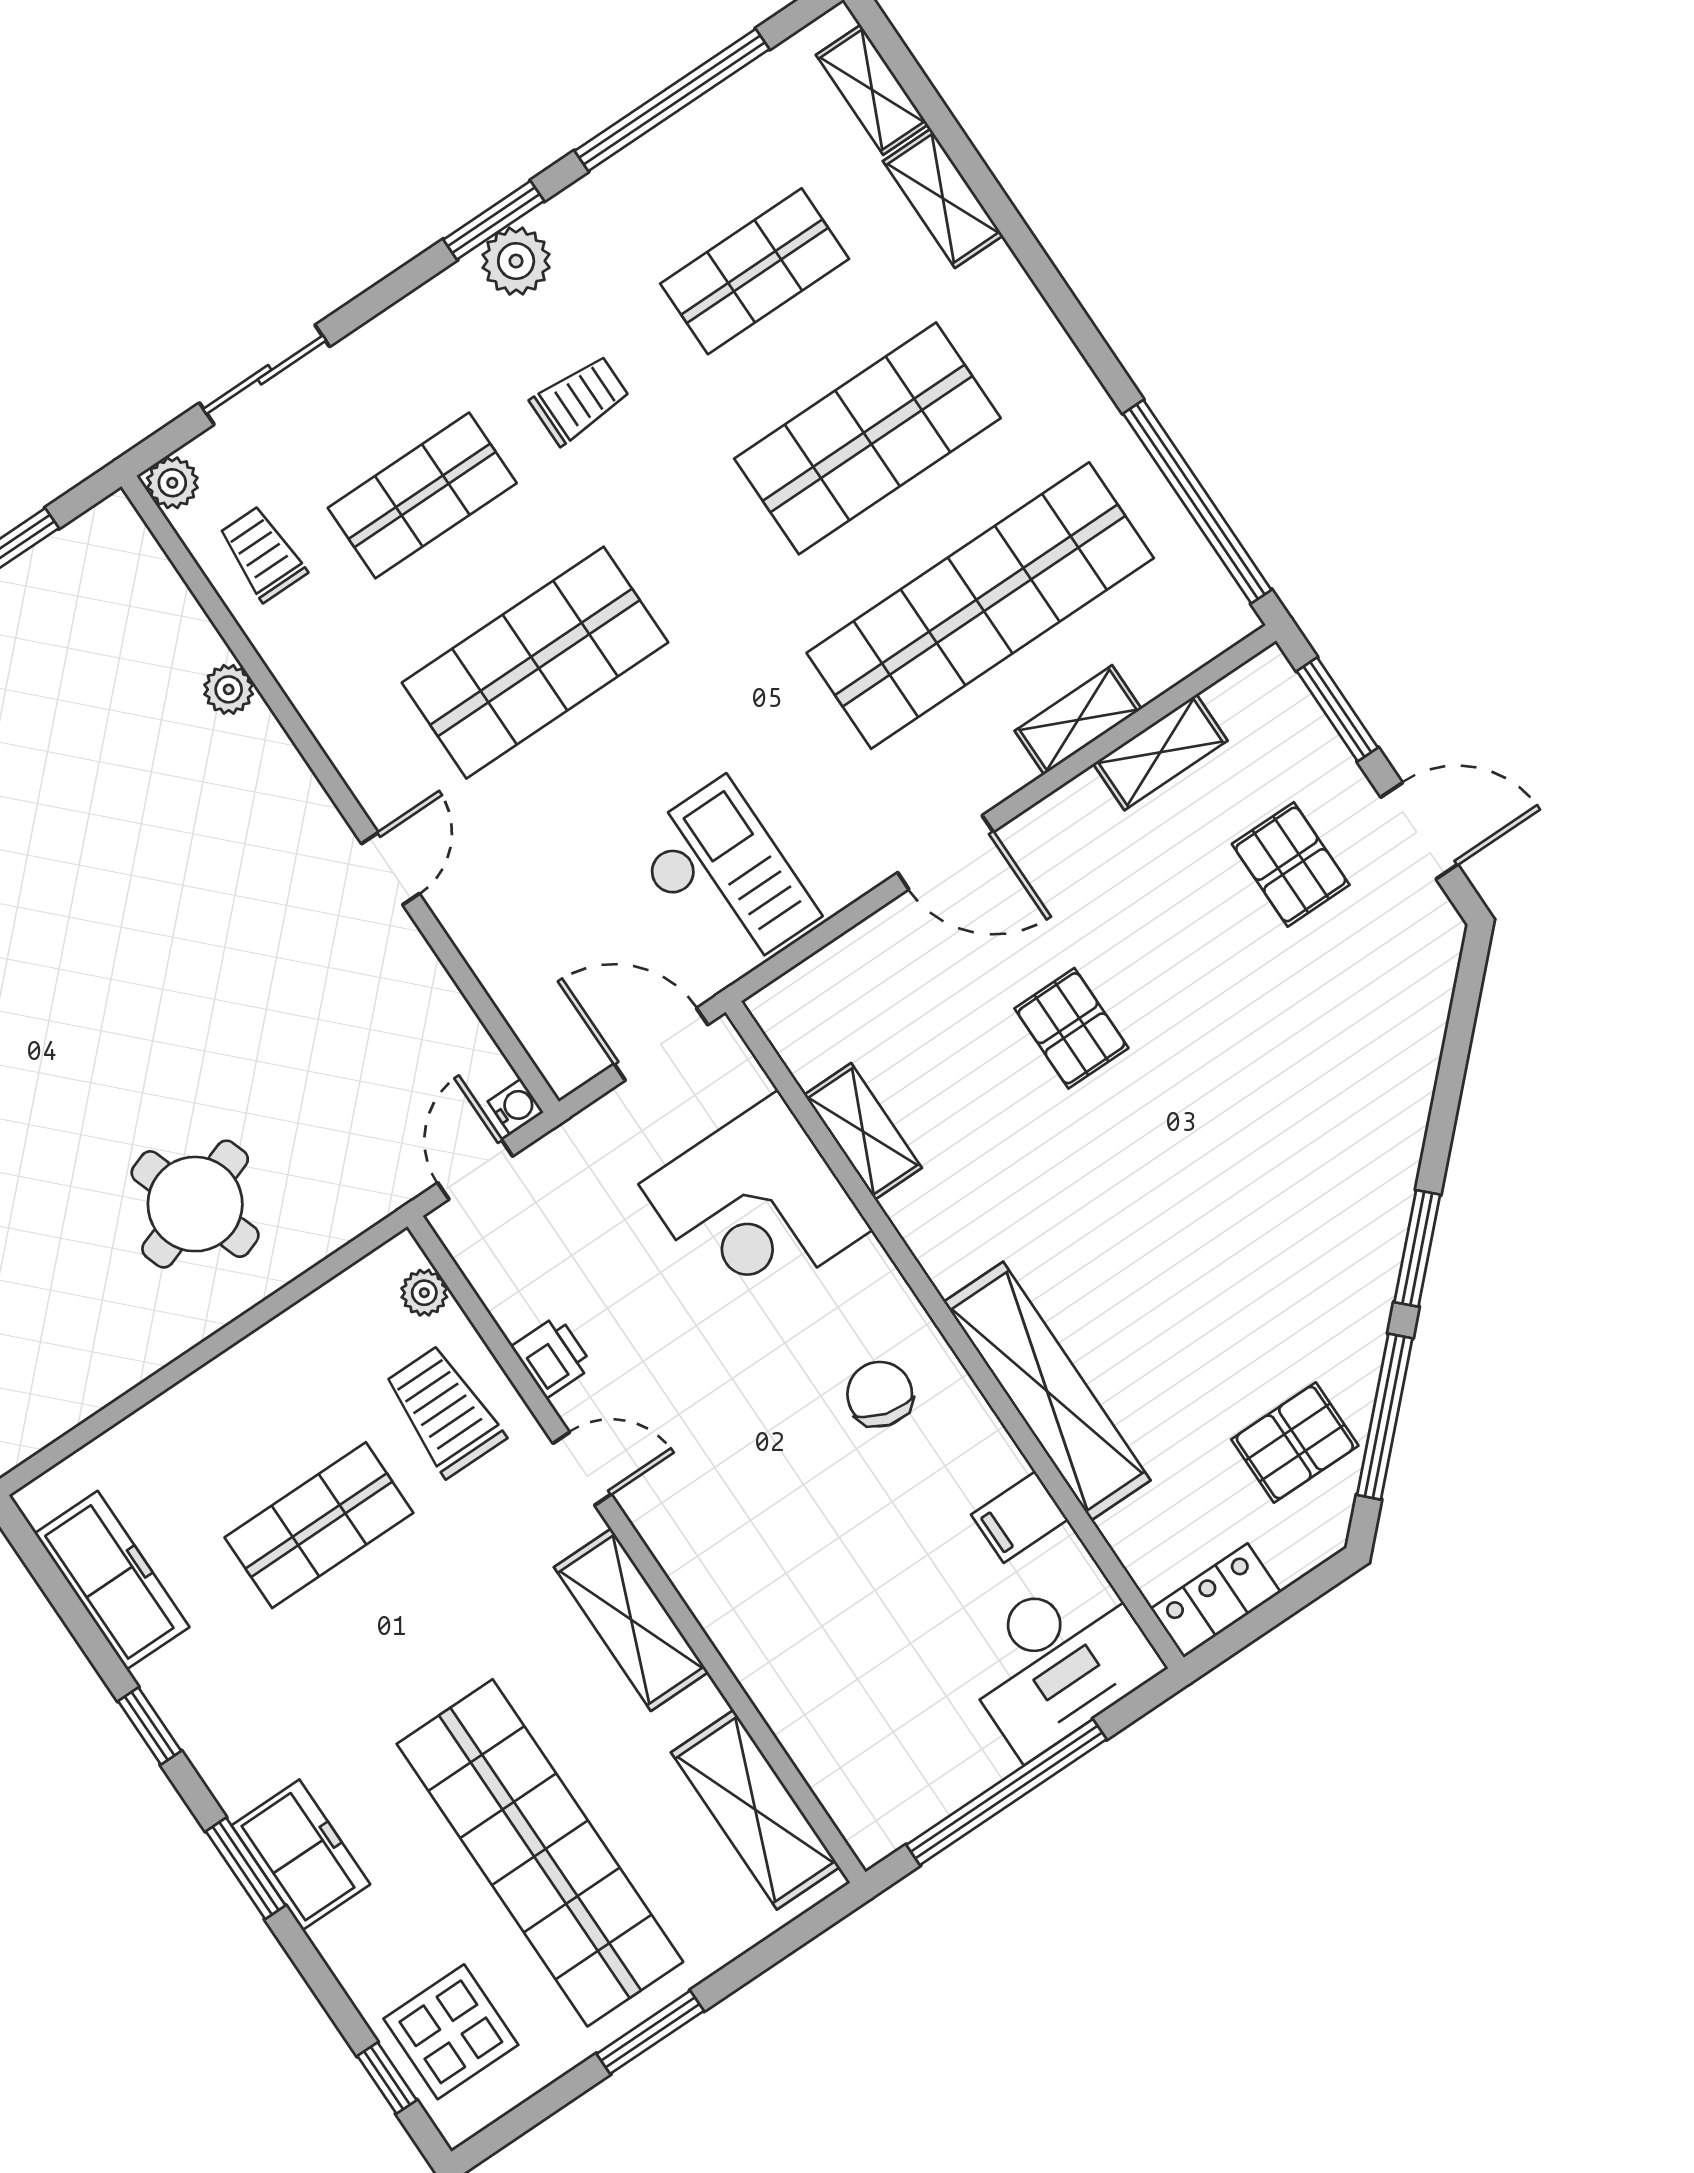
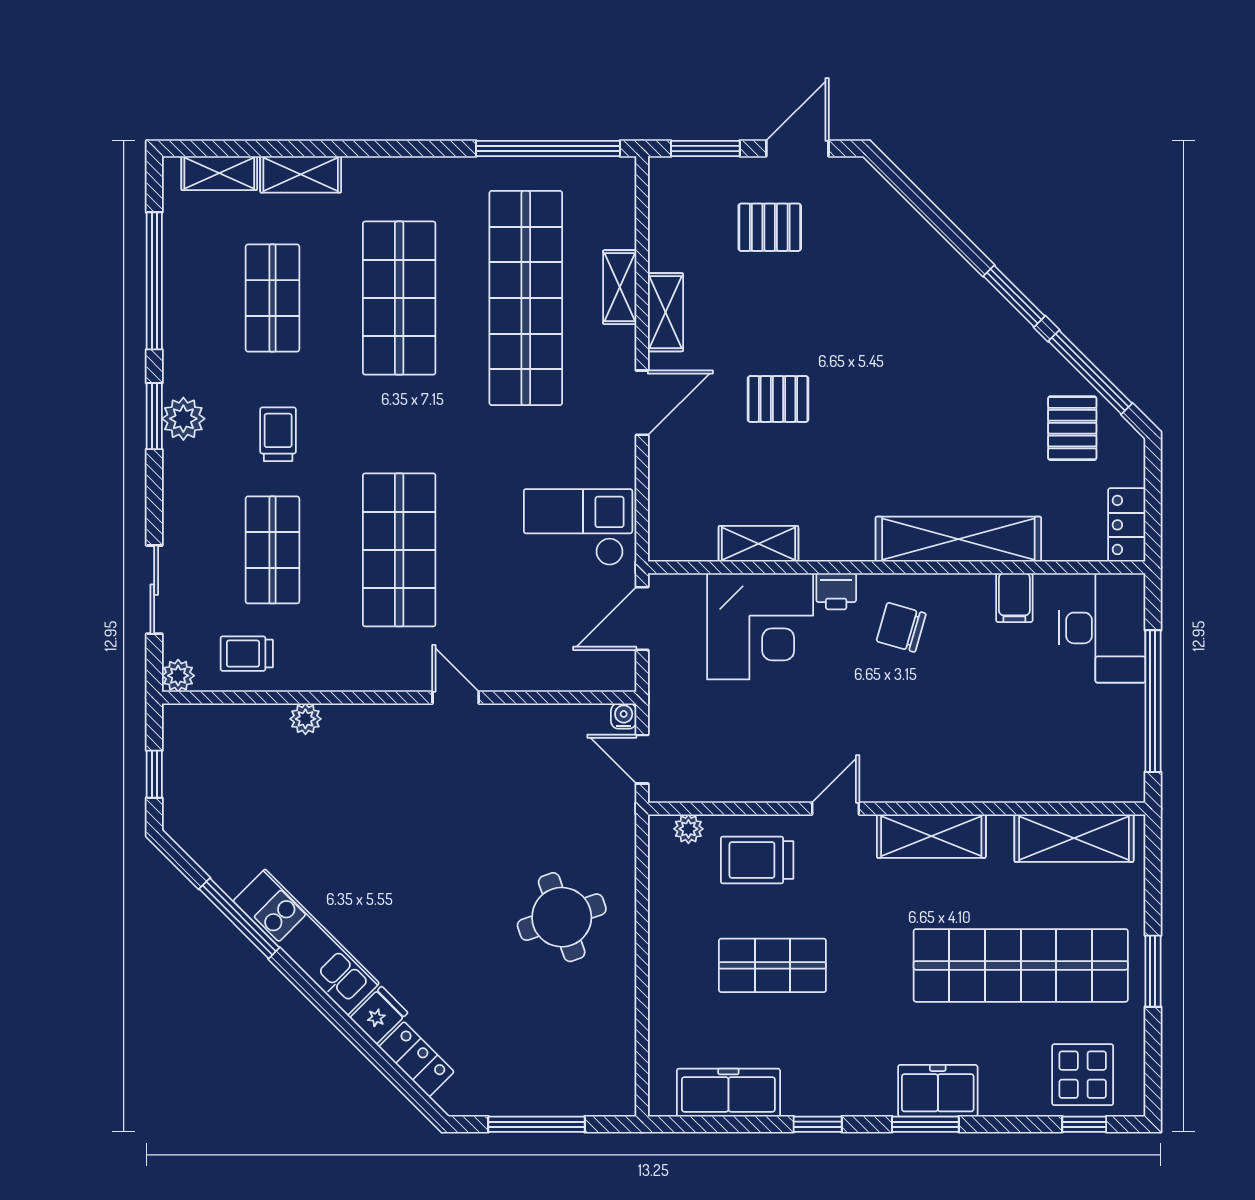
shelving: (1160, 752) -> (665, 312), moved
printer: (552, 1356) -> (836, 591), moved, turned 180
shop shelf: (319, 1525) -> (772, 965), turned 90

